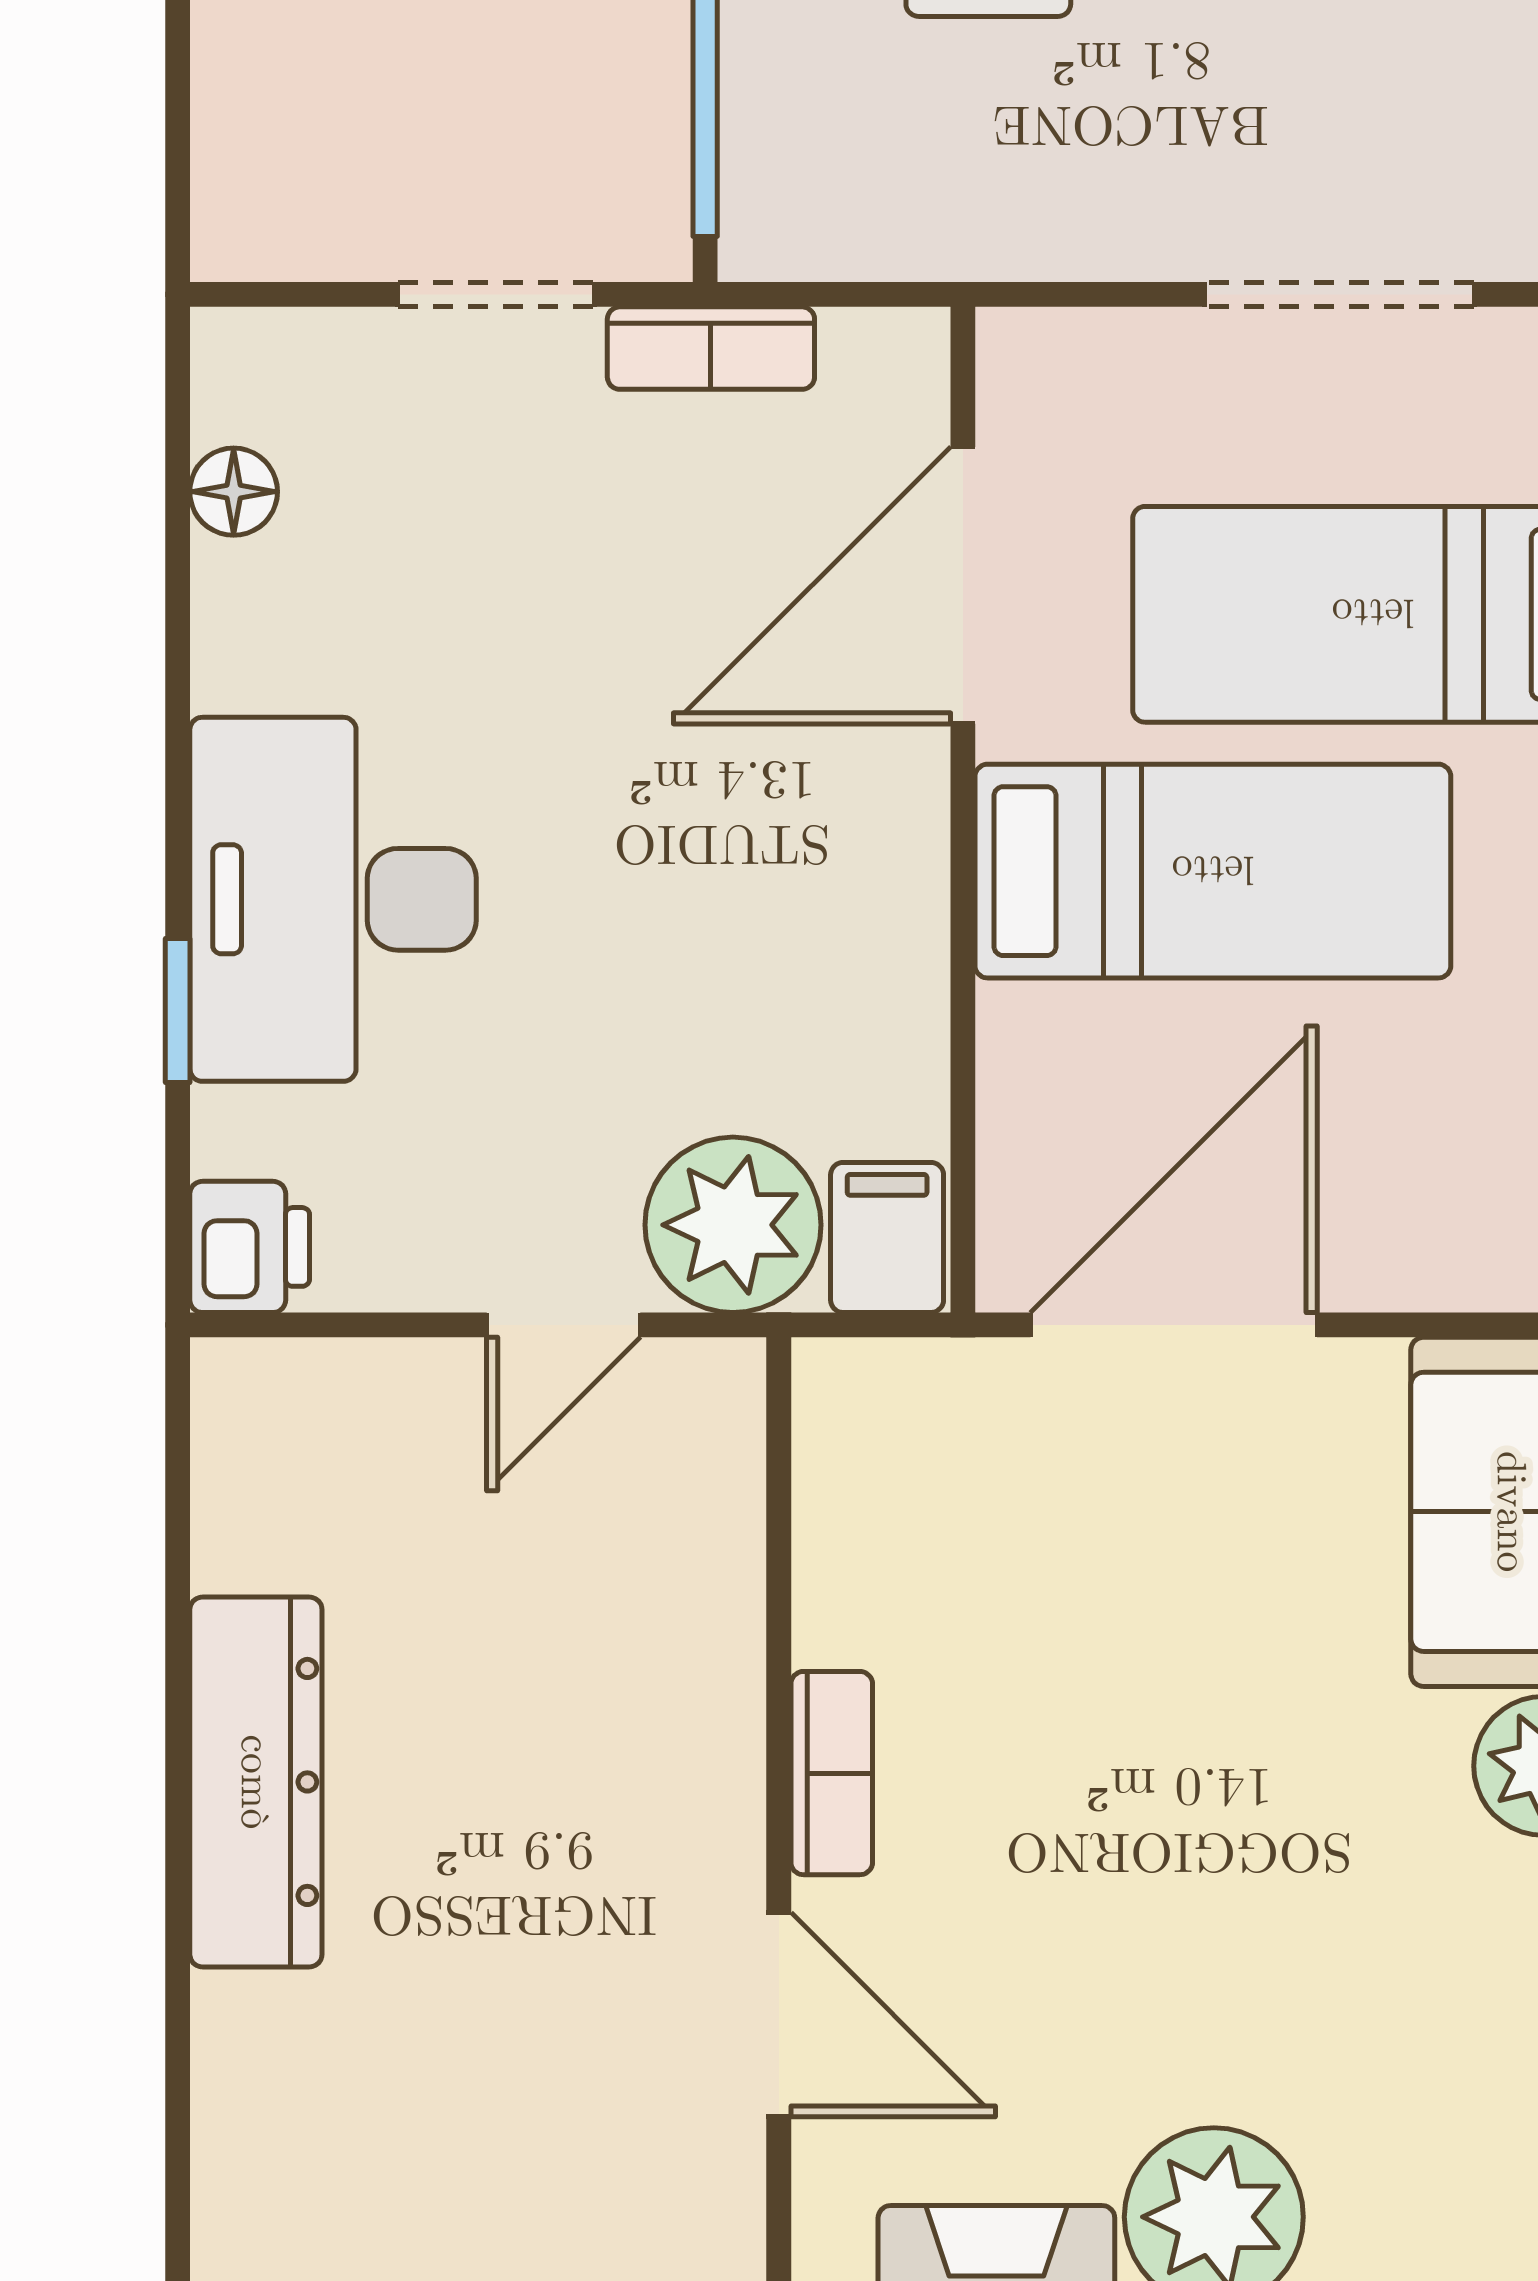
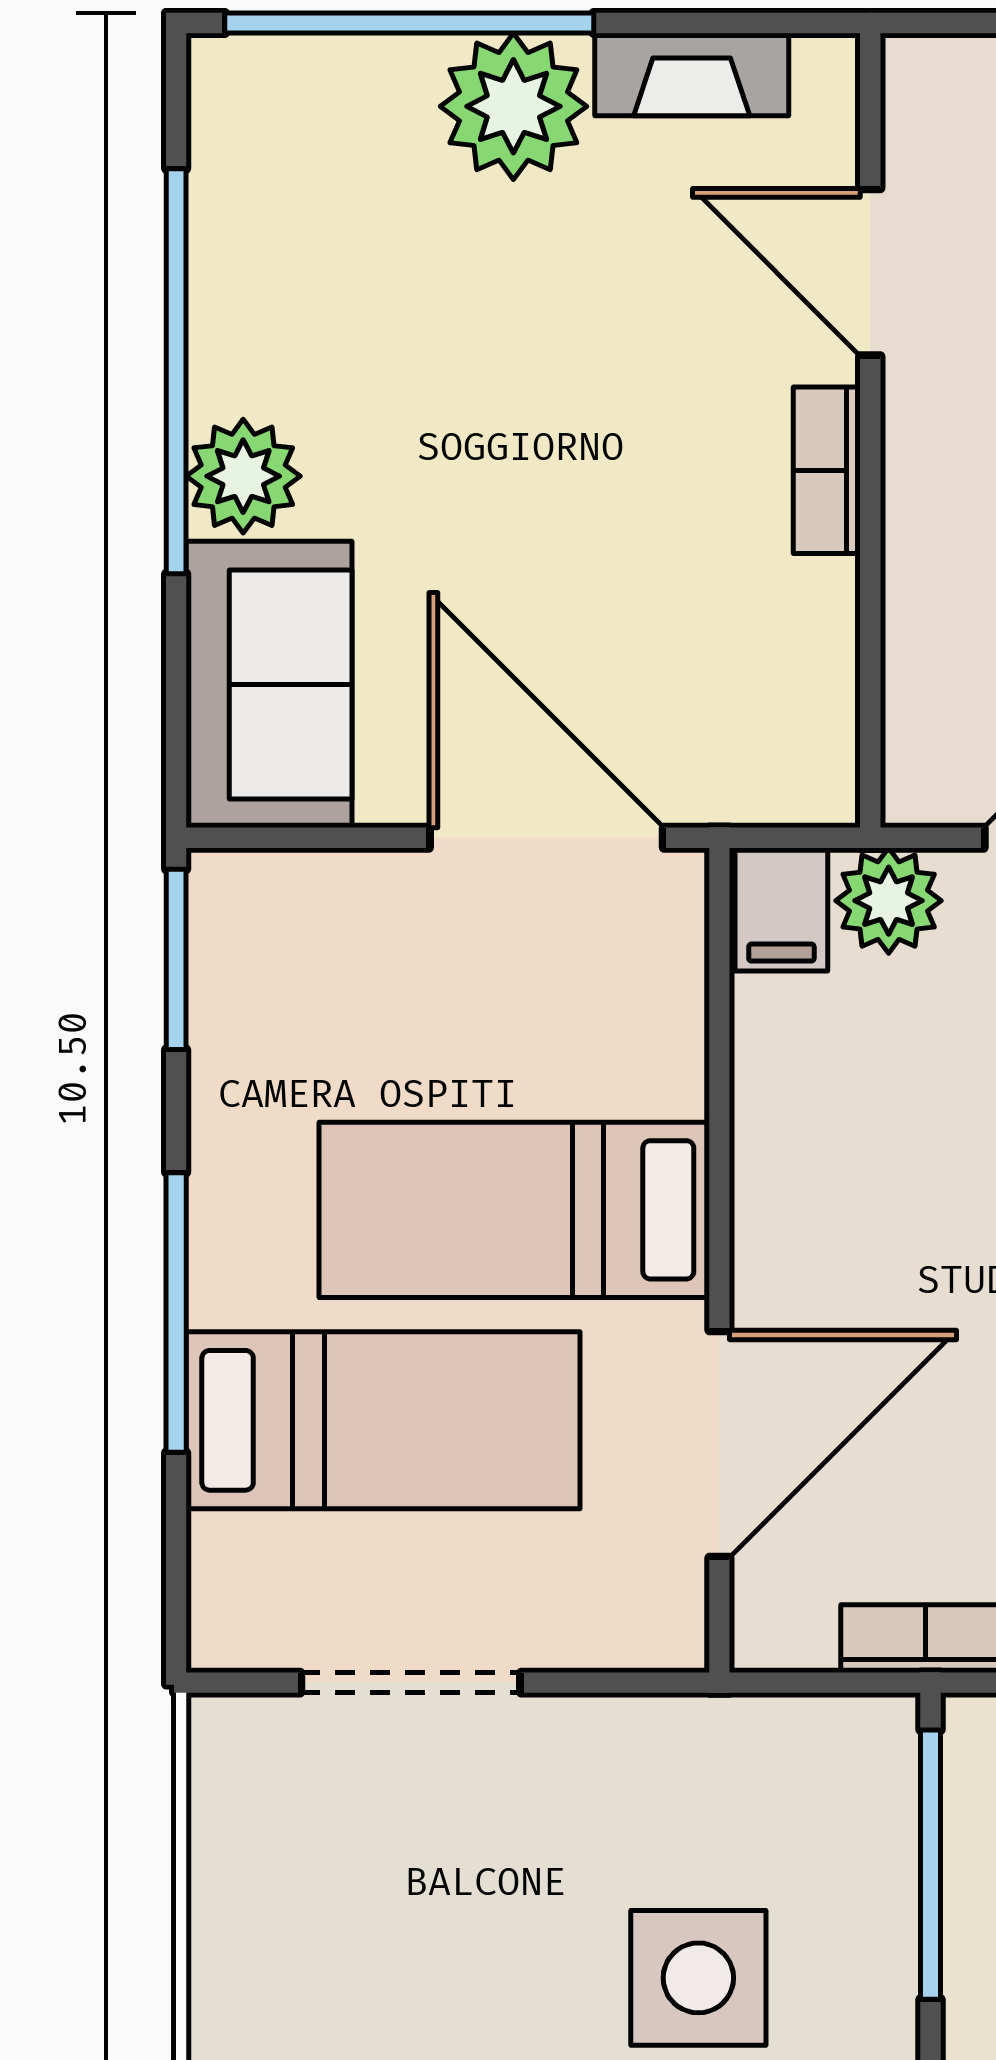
plant: (733, 1225) -> (889, 901), width x0.73, depth x0.73
door: (1174, 1325) -> (546, 838), swing flipped

